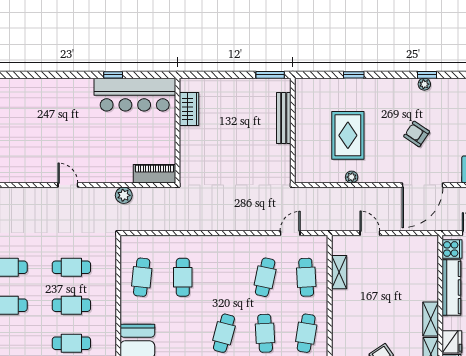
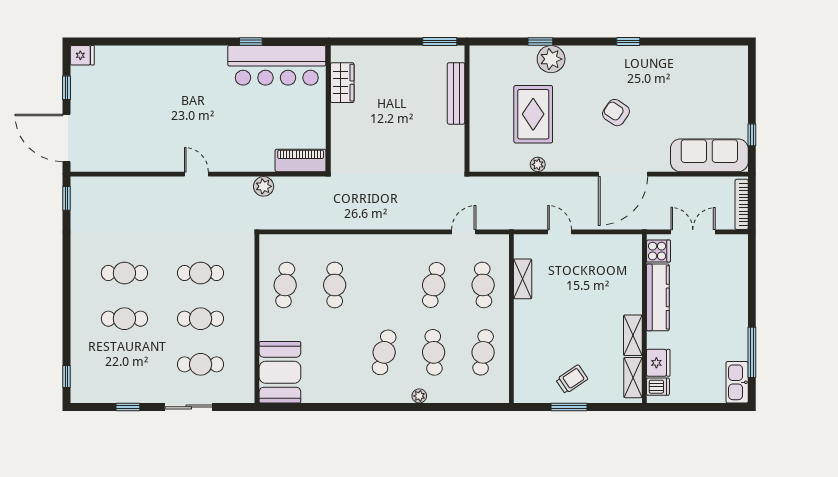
plant: (424, 84) -> (551, 59), moved, width x1.87, depth x1.87

